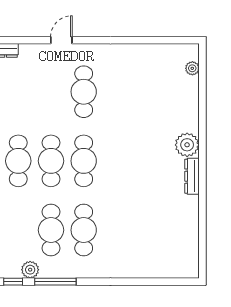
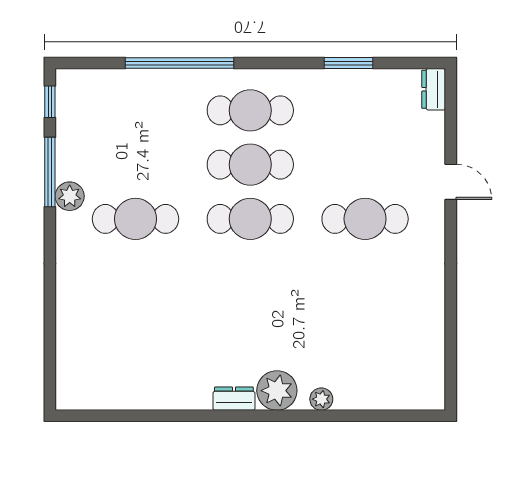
plant: (192, 68) -> (321, 399), moved
dresser: (192, 176) -> (234, 399), width x0.70
cafe table: (51, 230) -> (135, 165), removed
plant: (30, 270) -> (70, 196), moved

